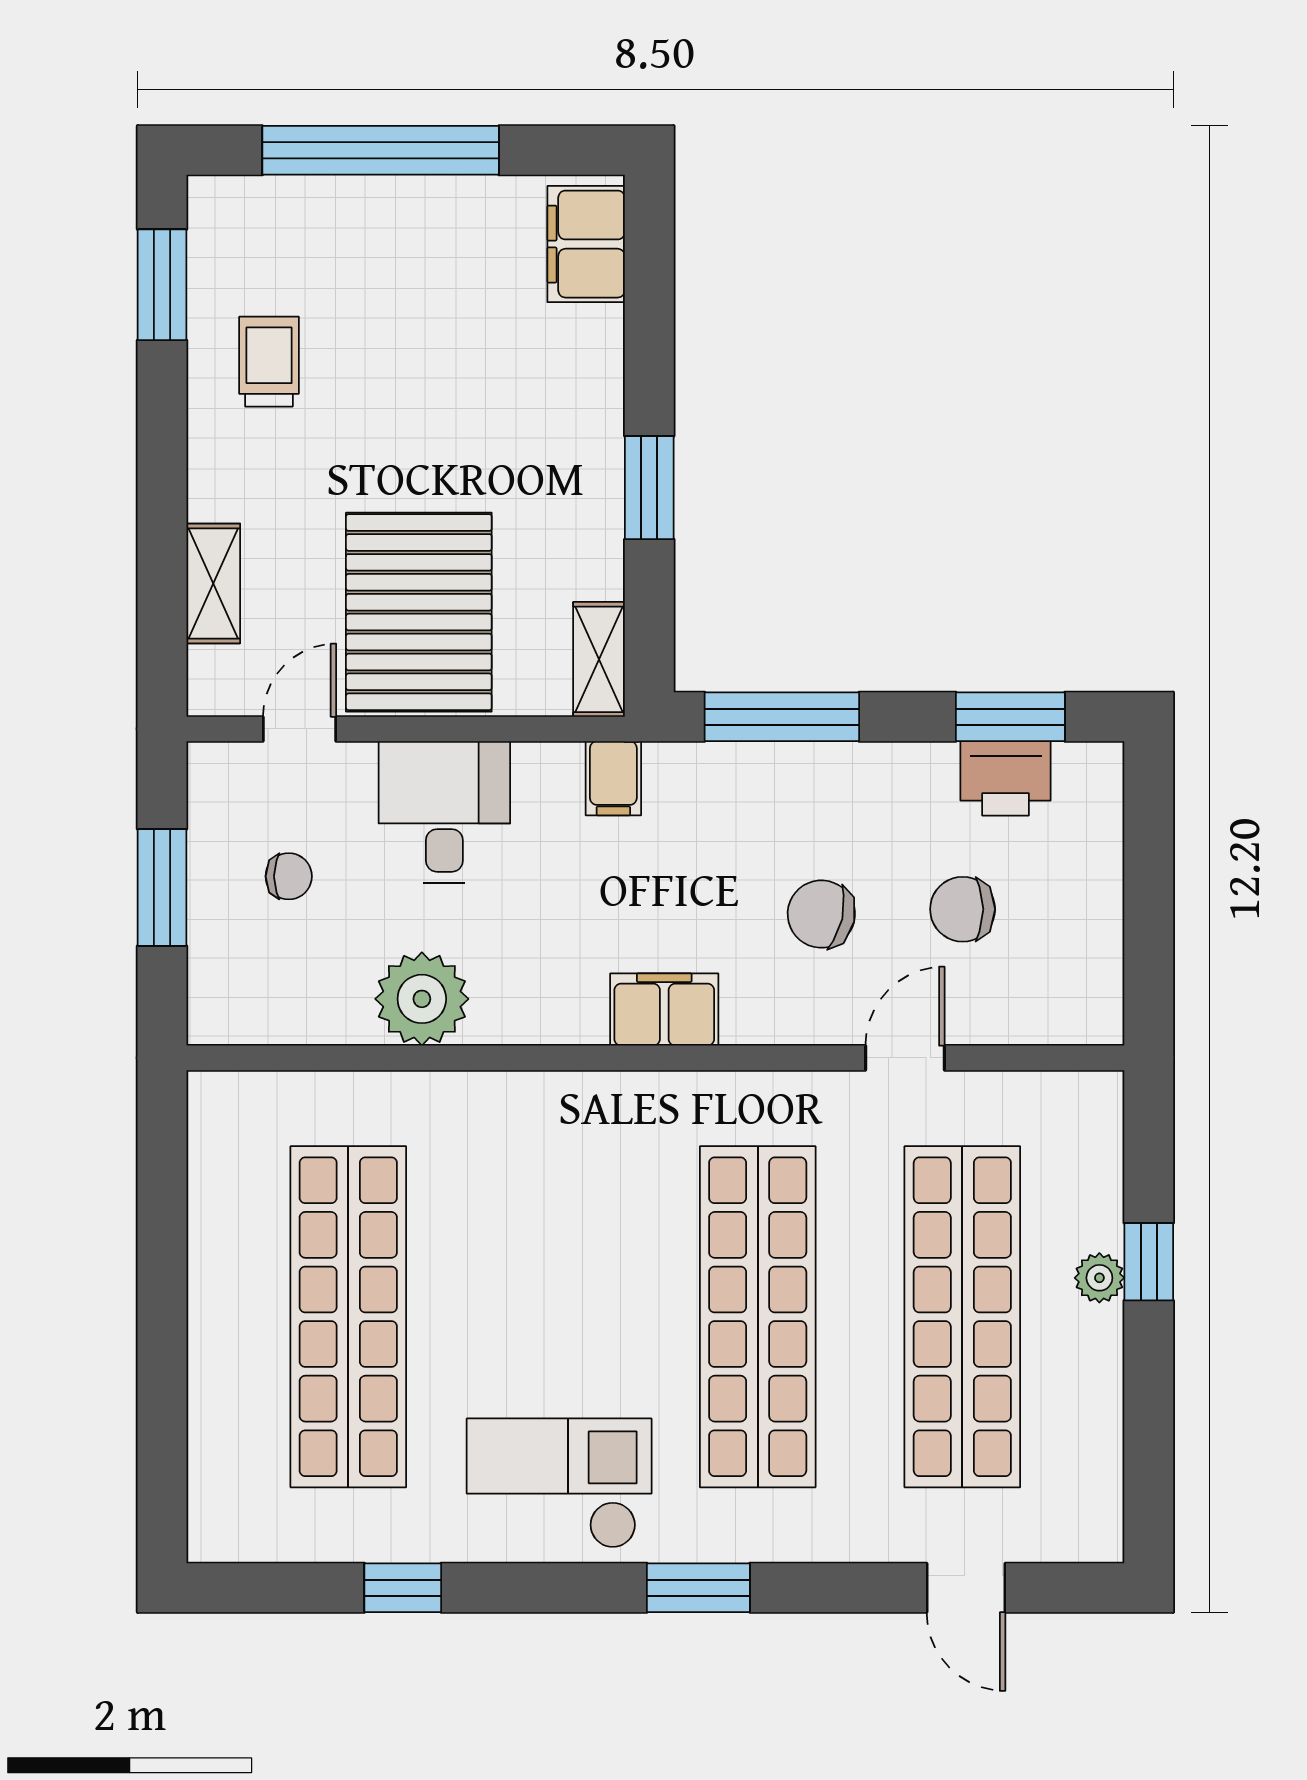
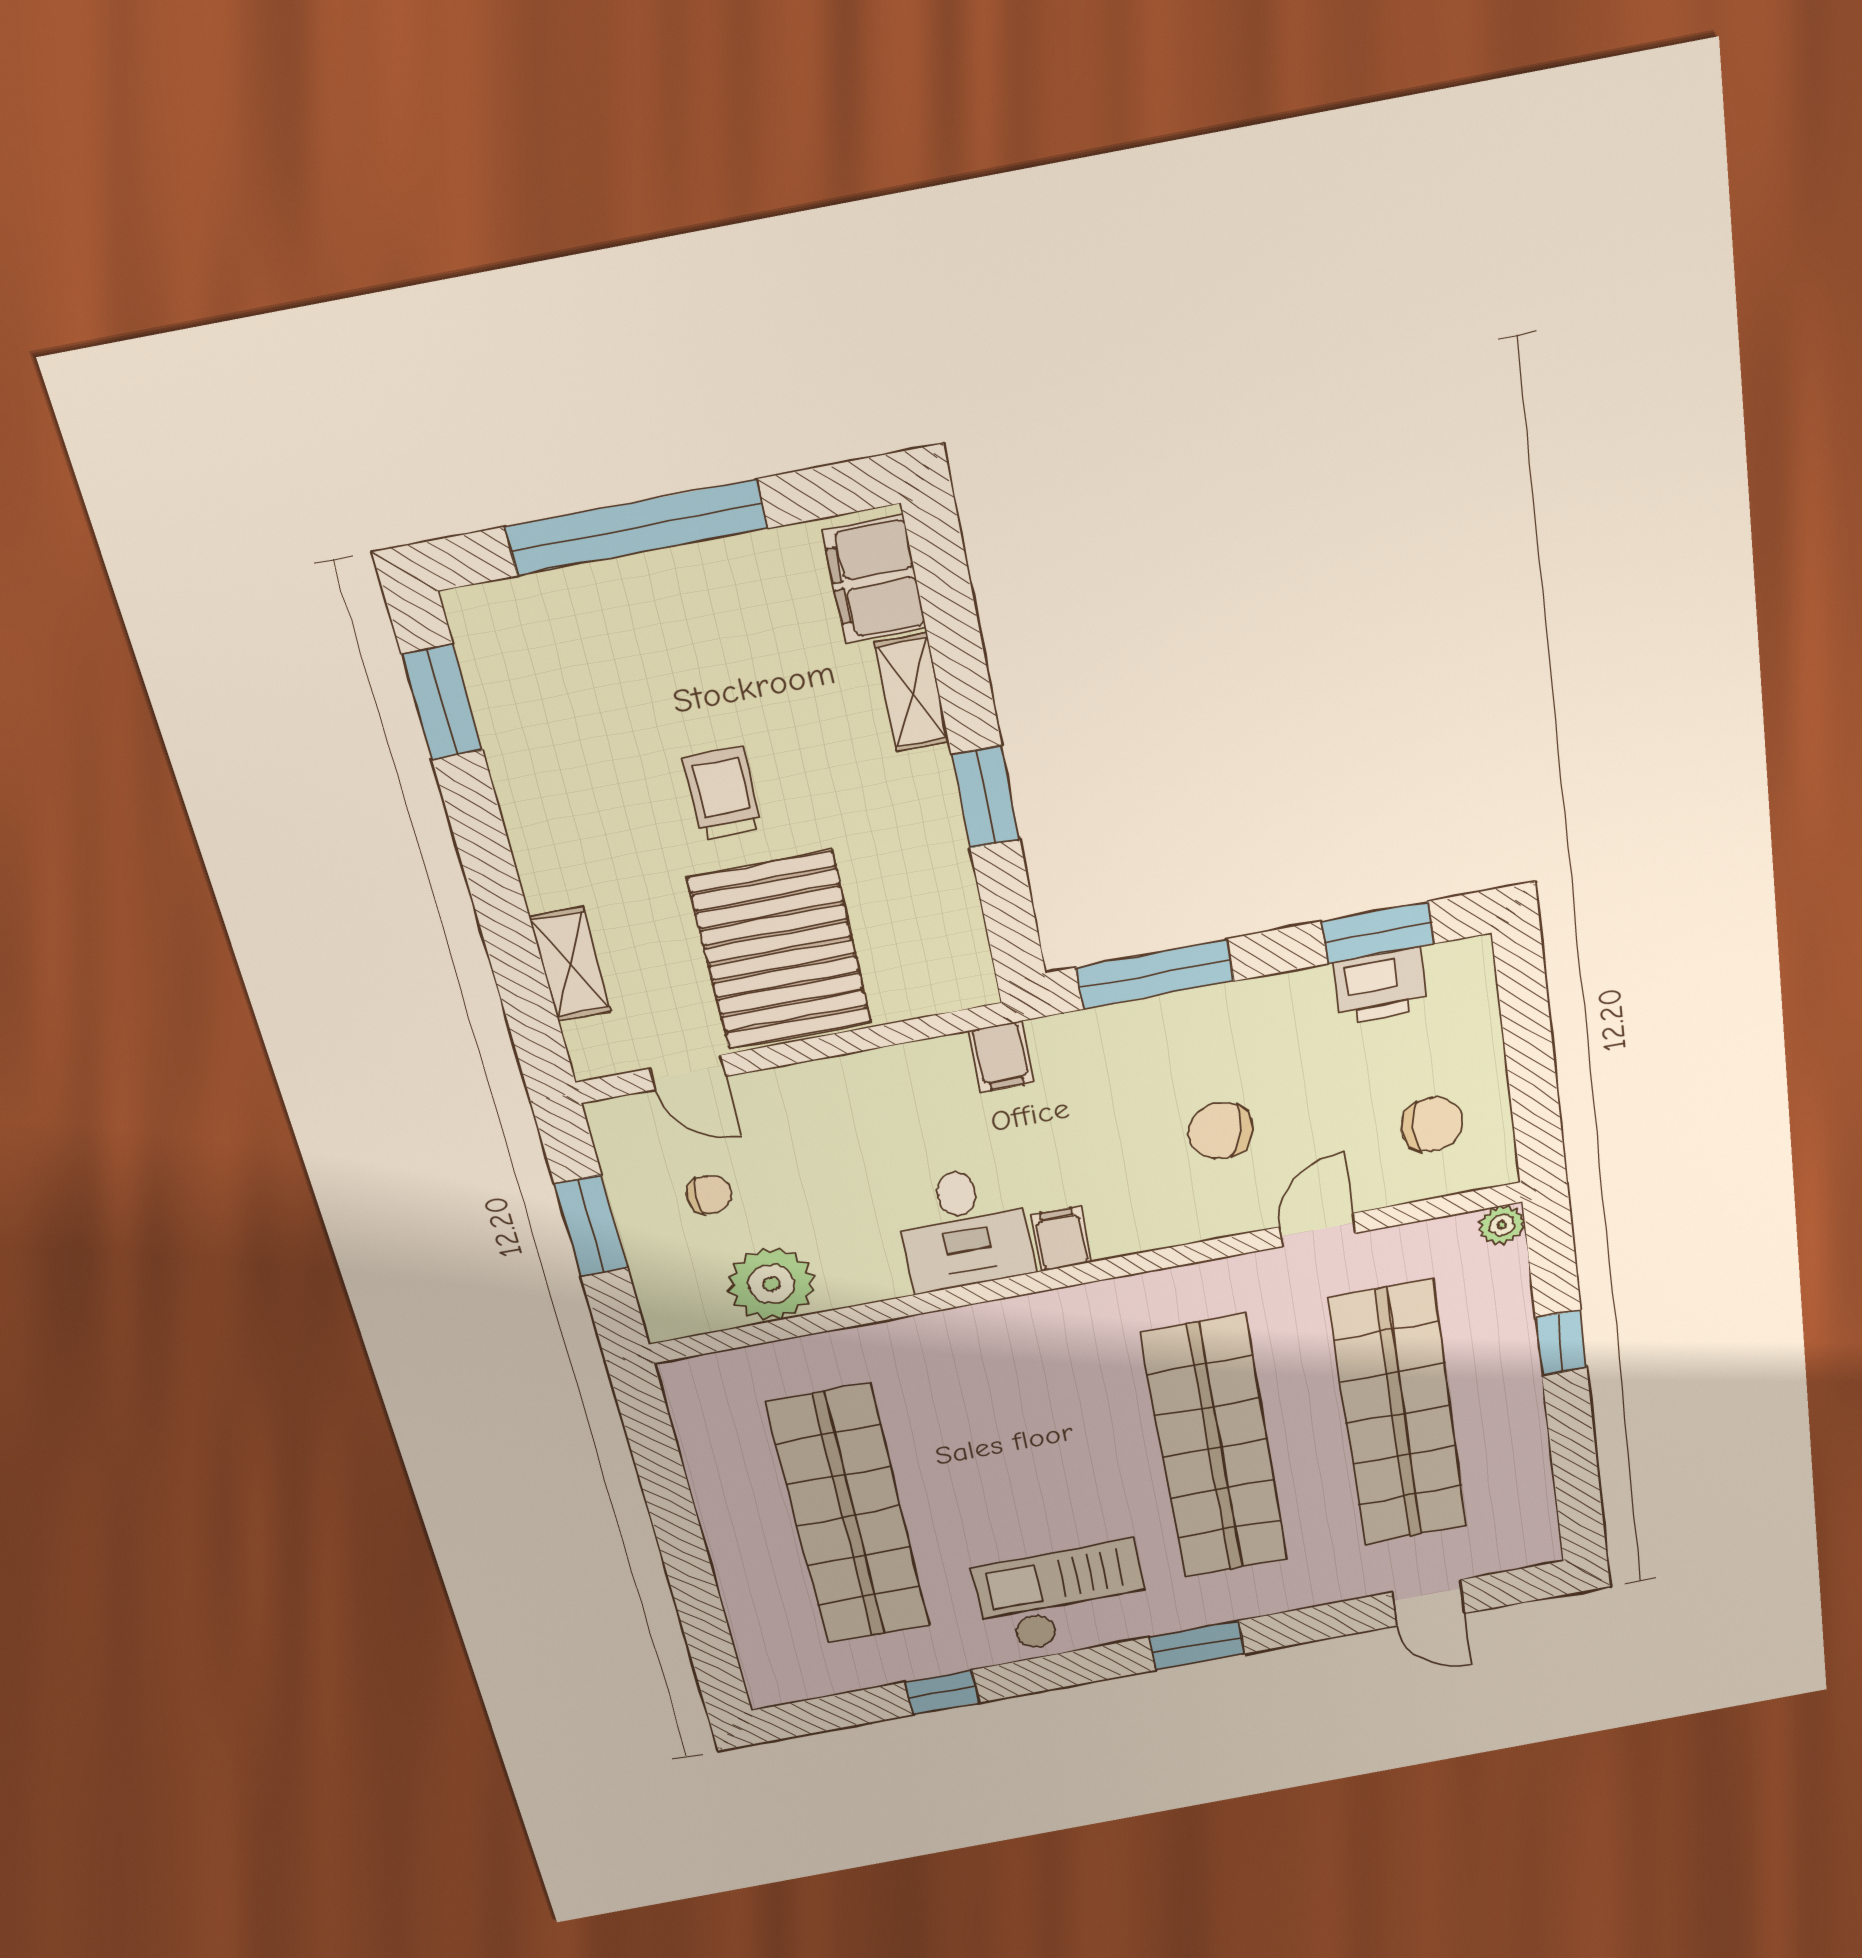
trolley: (269, 362) -> (723, 794), moved
shelving: (599, 659) -> (912, 693), moved
door: (300, 729) -> (688, 1072), swing flipped
desk: (444, 812) -> (964, 1229), moved, turned 180
chair: (963, 909) -> (1432, 1124), moved, turned 180
plant: (422, 999) -> (771, 1284), moved
filing cabinet: (664, 1010) -> (1061, 1239), width x0.50
plant: (1099, 1278) -> (1502, 1225), moved

